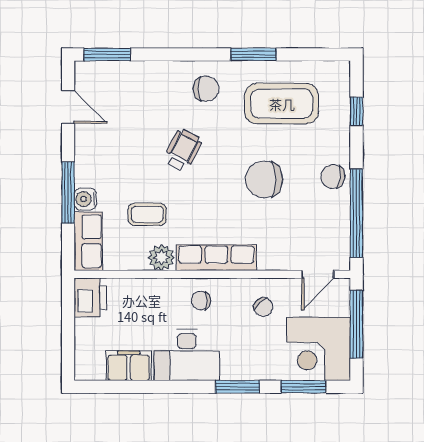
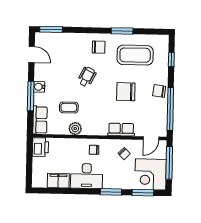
water cooler: (85, 199) -> (39, 87), moved
row of seats: (216, 258) -> (121, 130), moved, width x0.68

